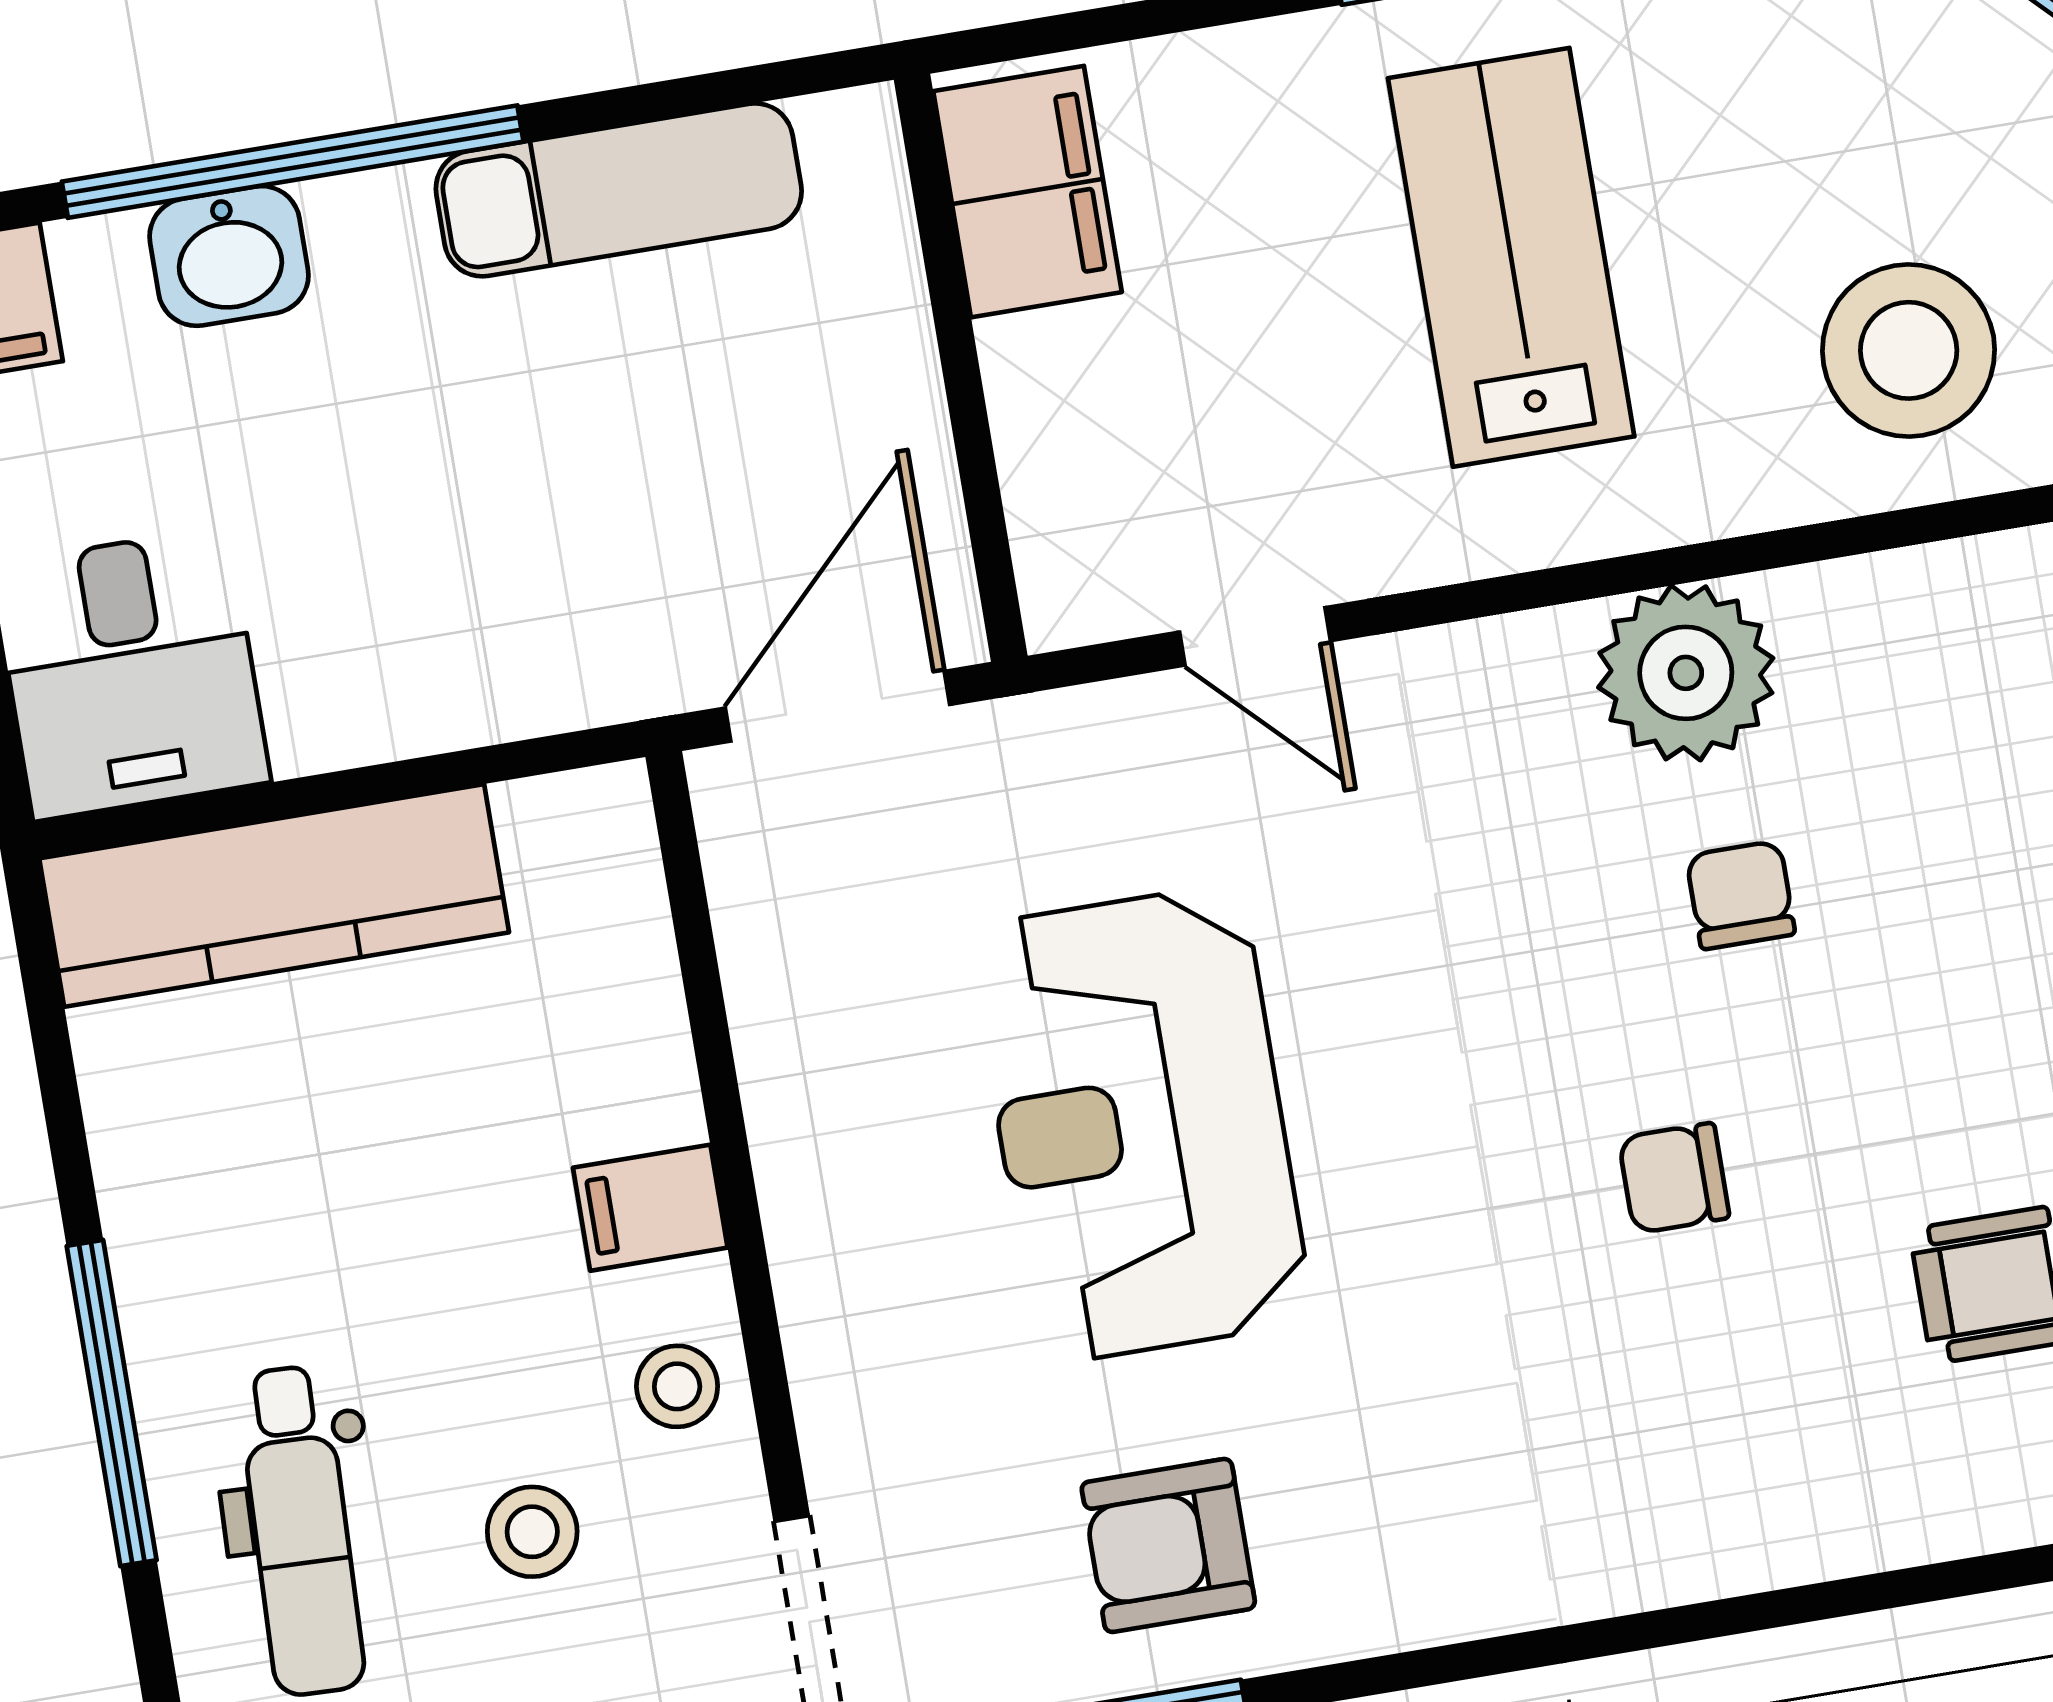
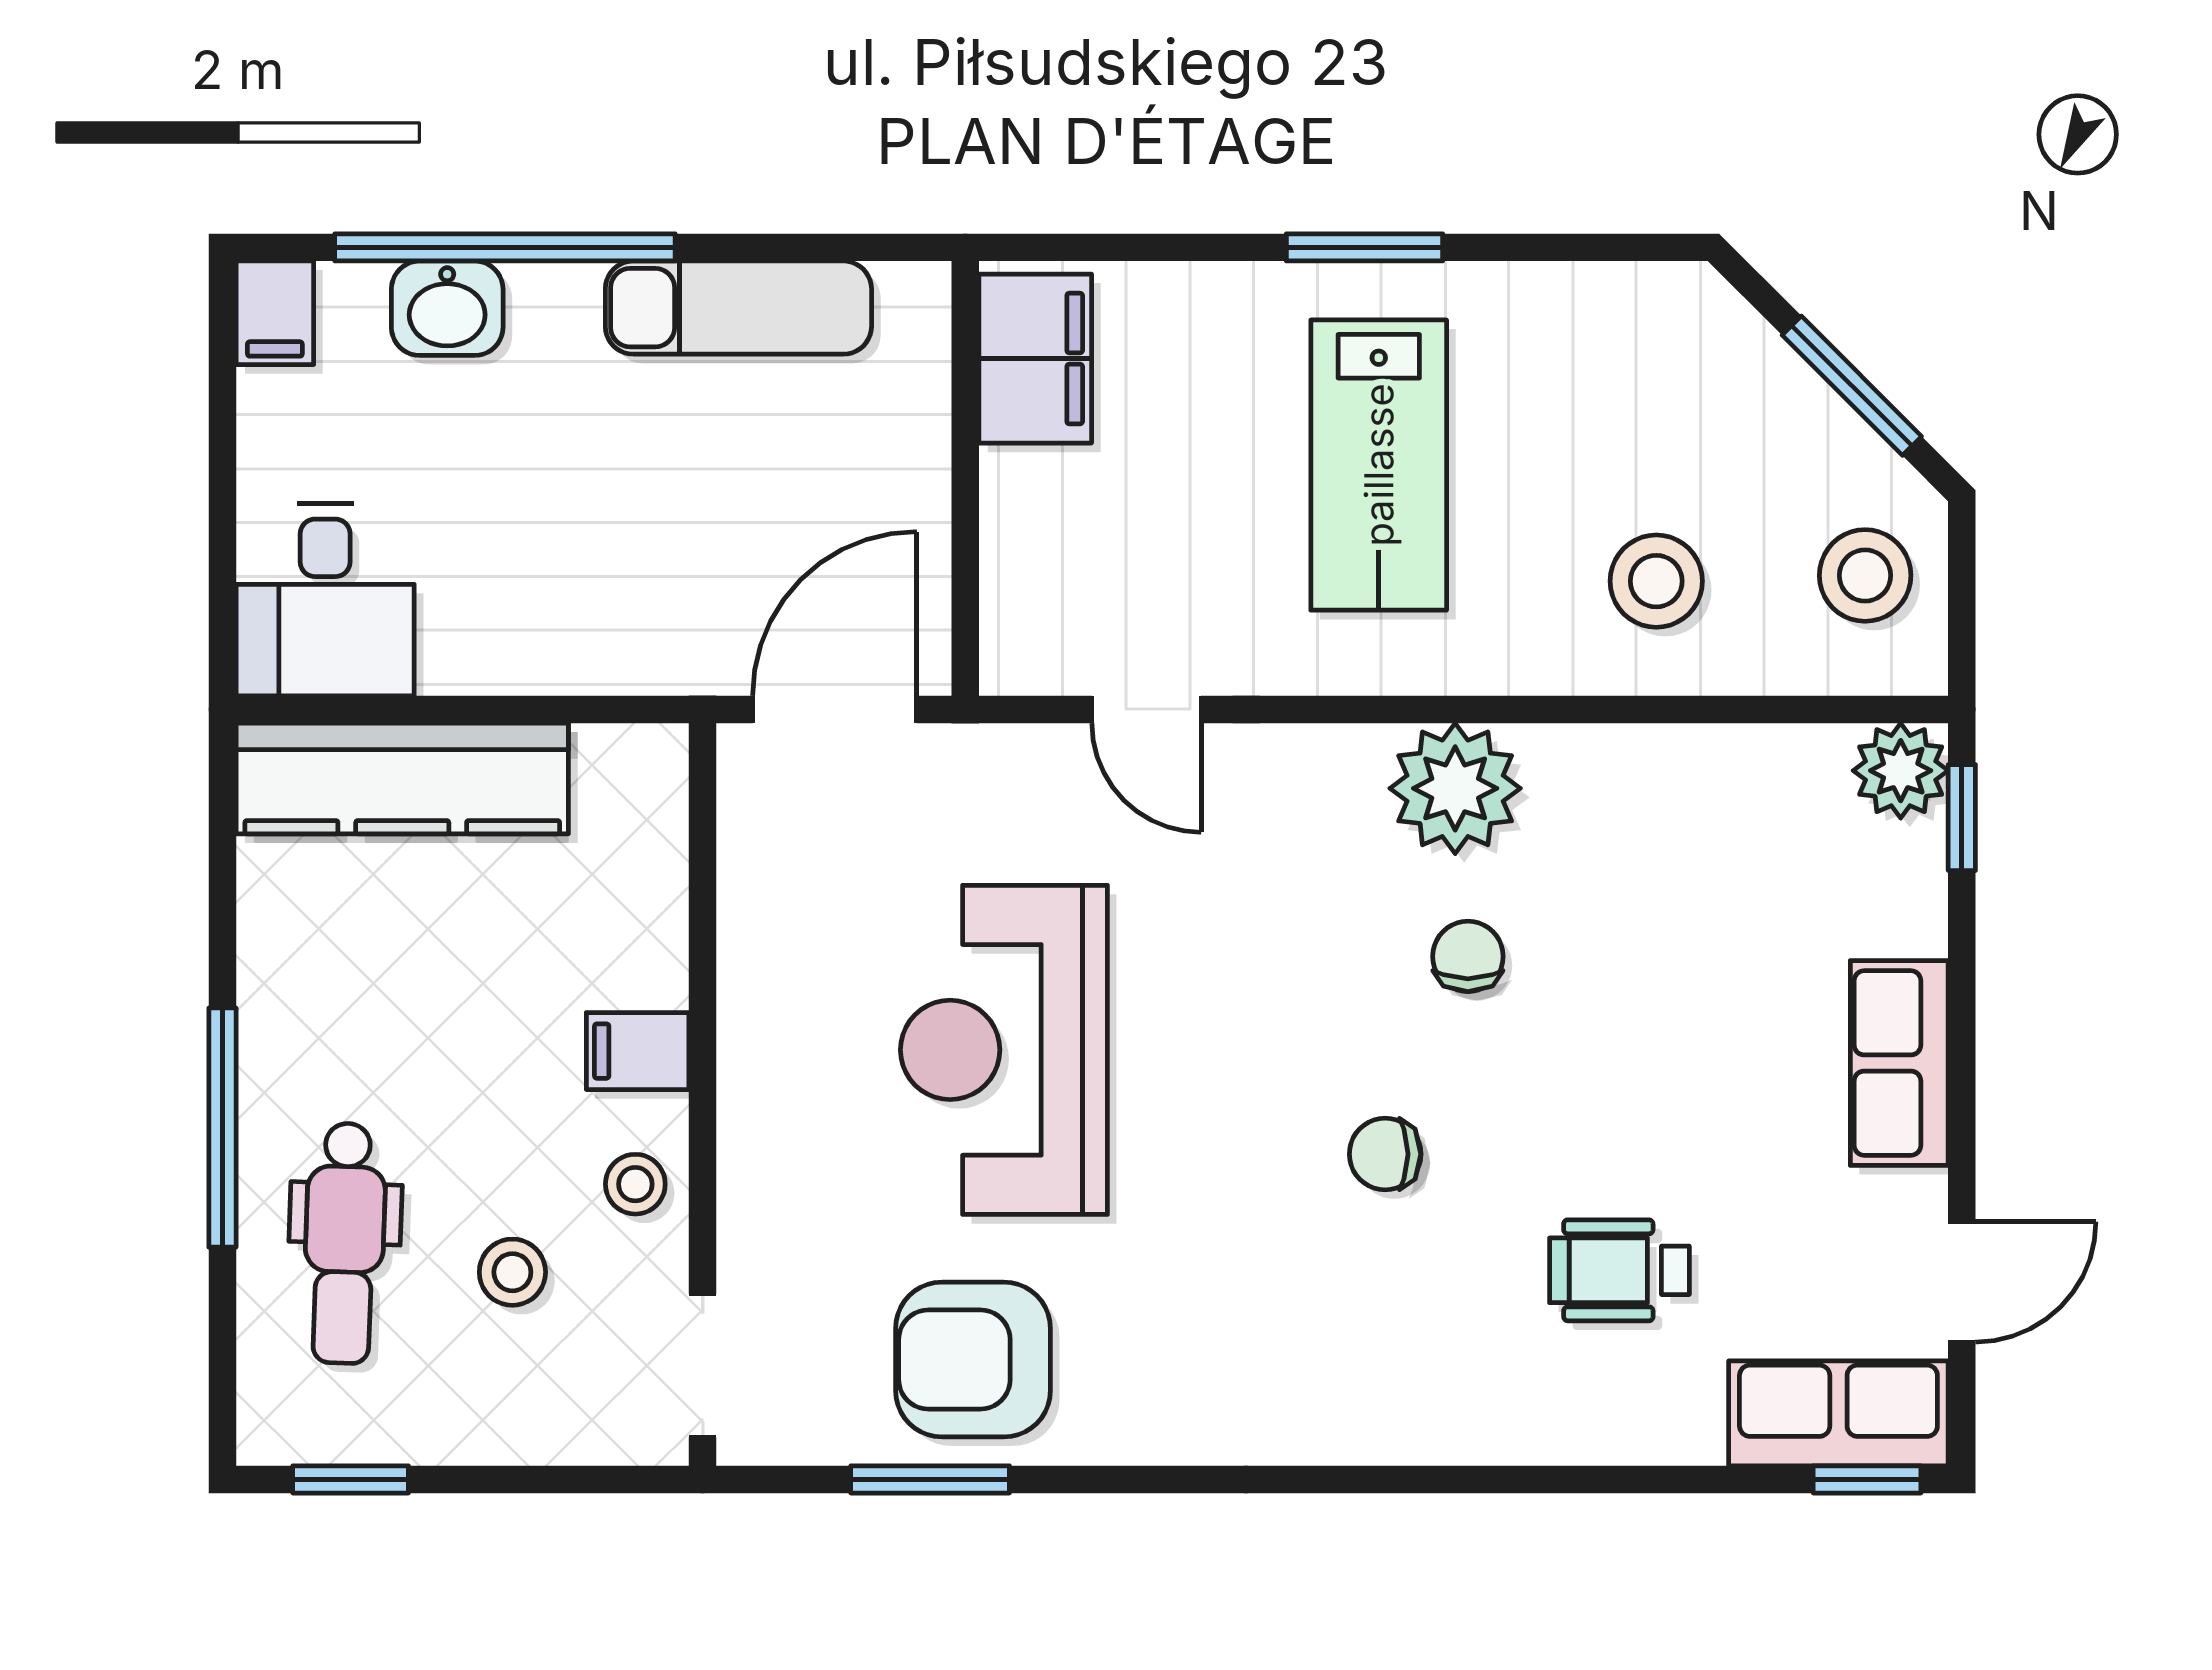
lab bench: (1511, 257) -> (1379, 465), turned 180
stool: (1909, 350) -> (1656, 581), width x0.73, depth x0.73
armchair: (1168, 1545) -> (973, 1359), width x1.38, depth x1.38

